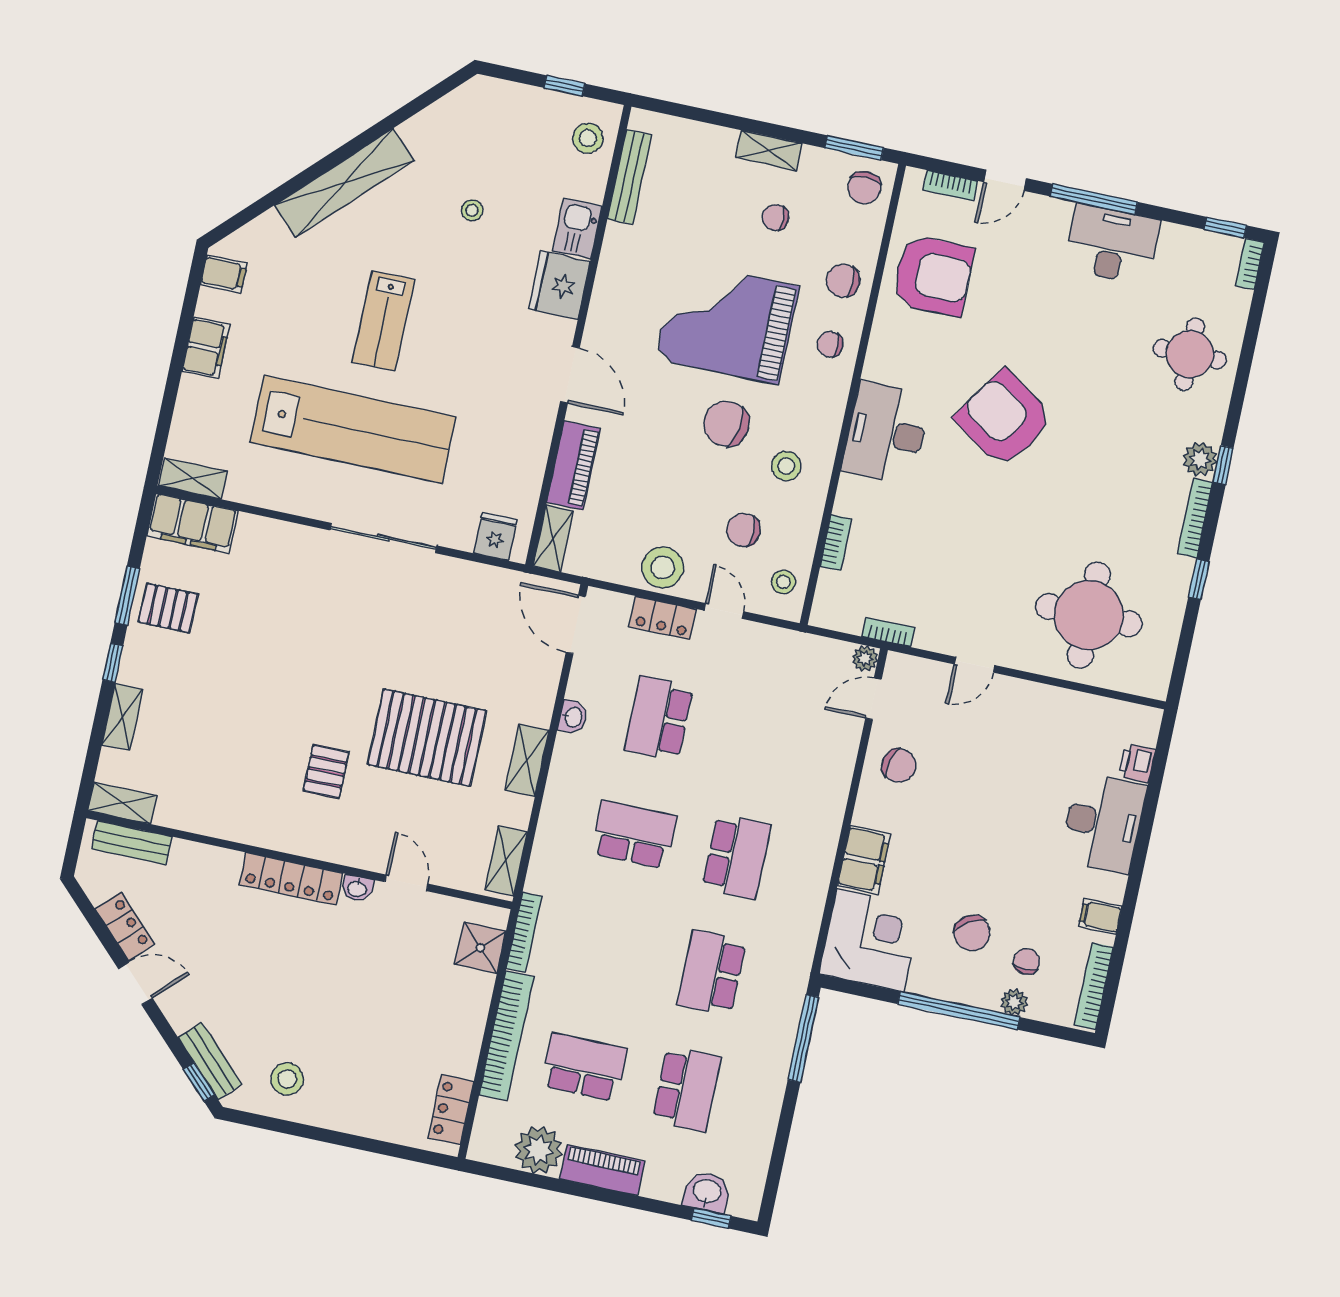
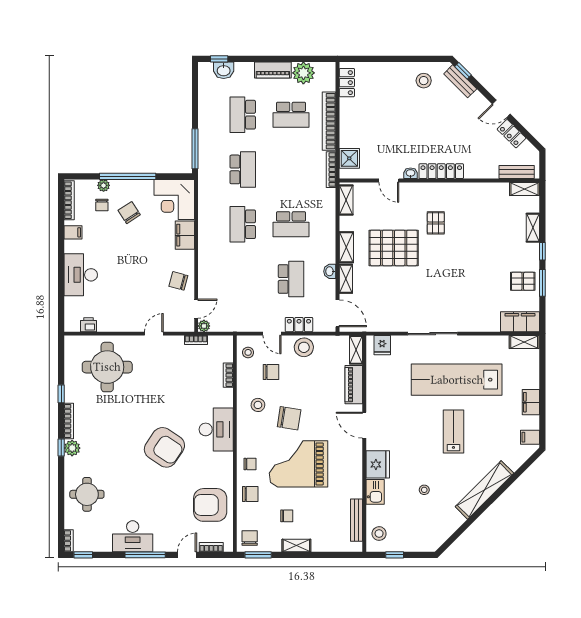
grand piano: (727, 323) -> (299, 464), turned 180
shelving: (542, 694) -> (346, 279), added
printer: (1137, 763) -> (88, 325), moved, turned -90

